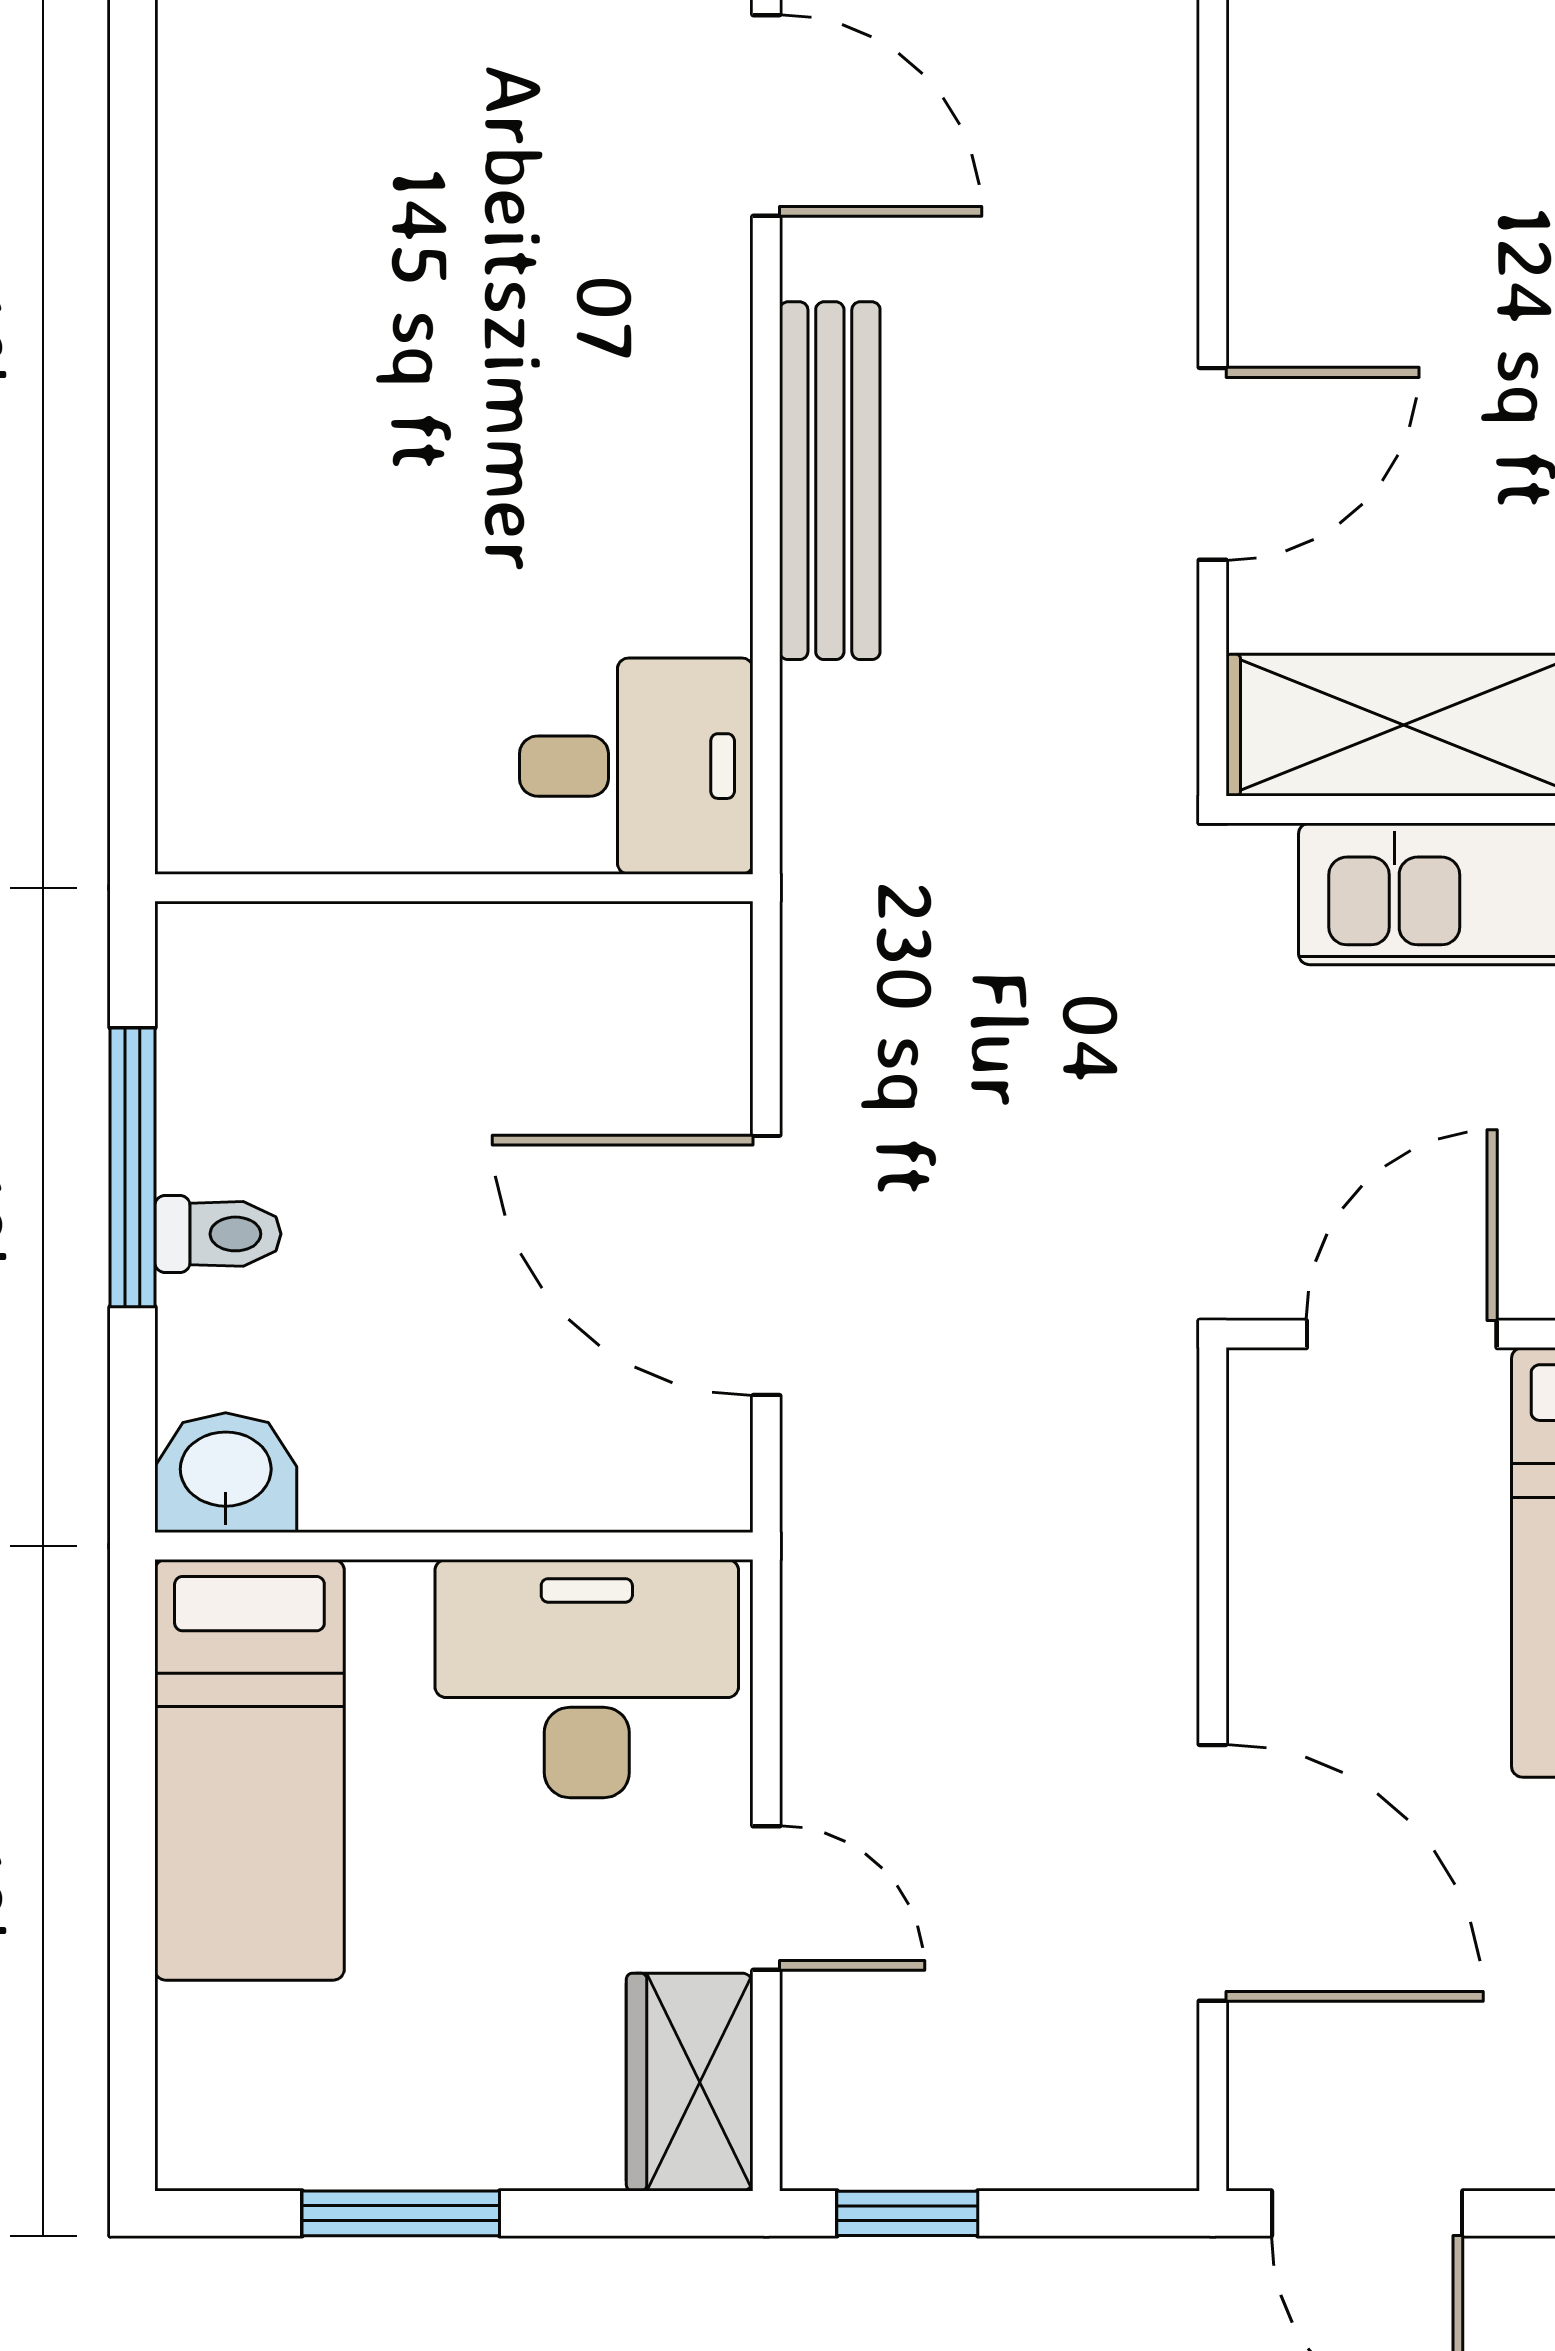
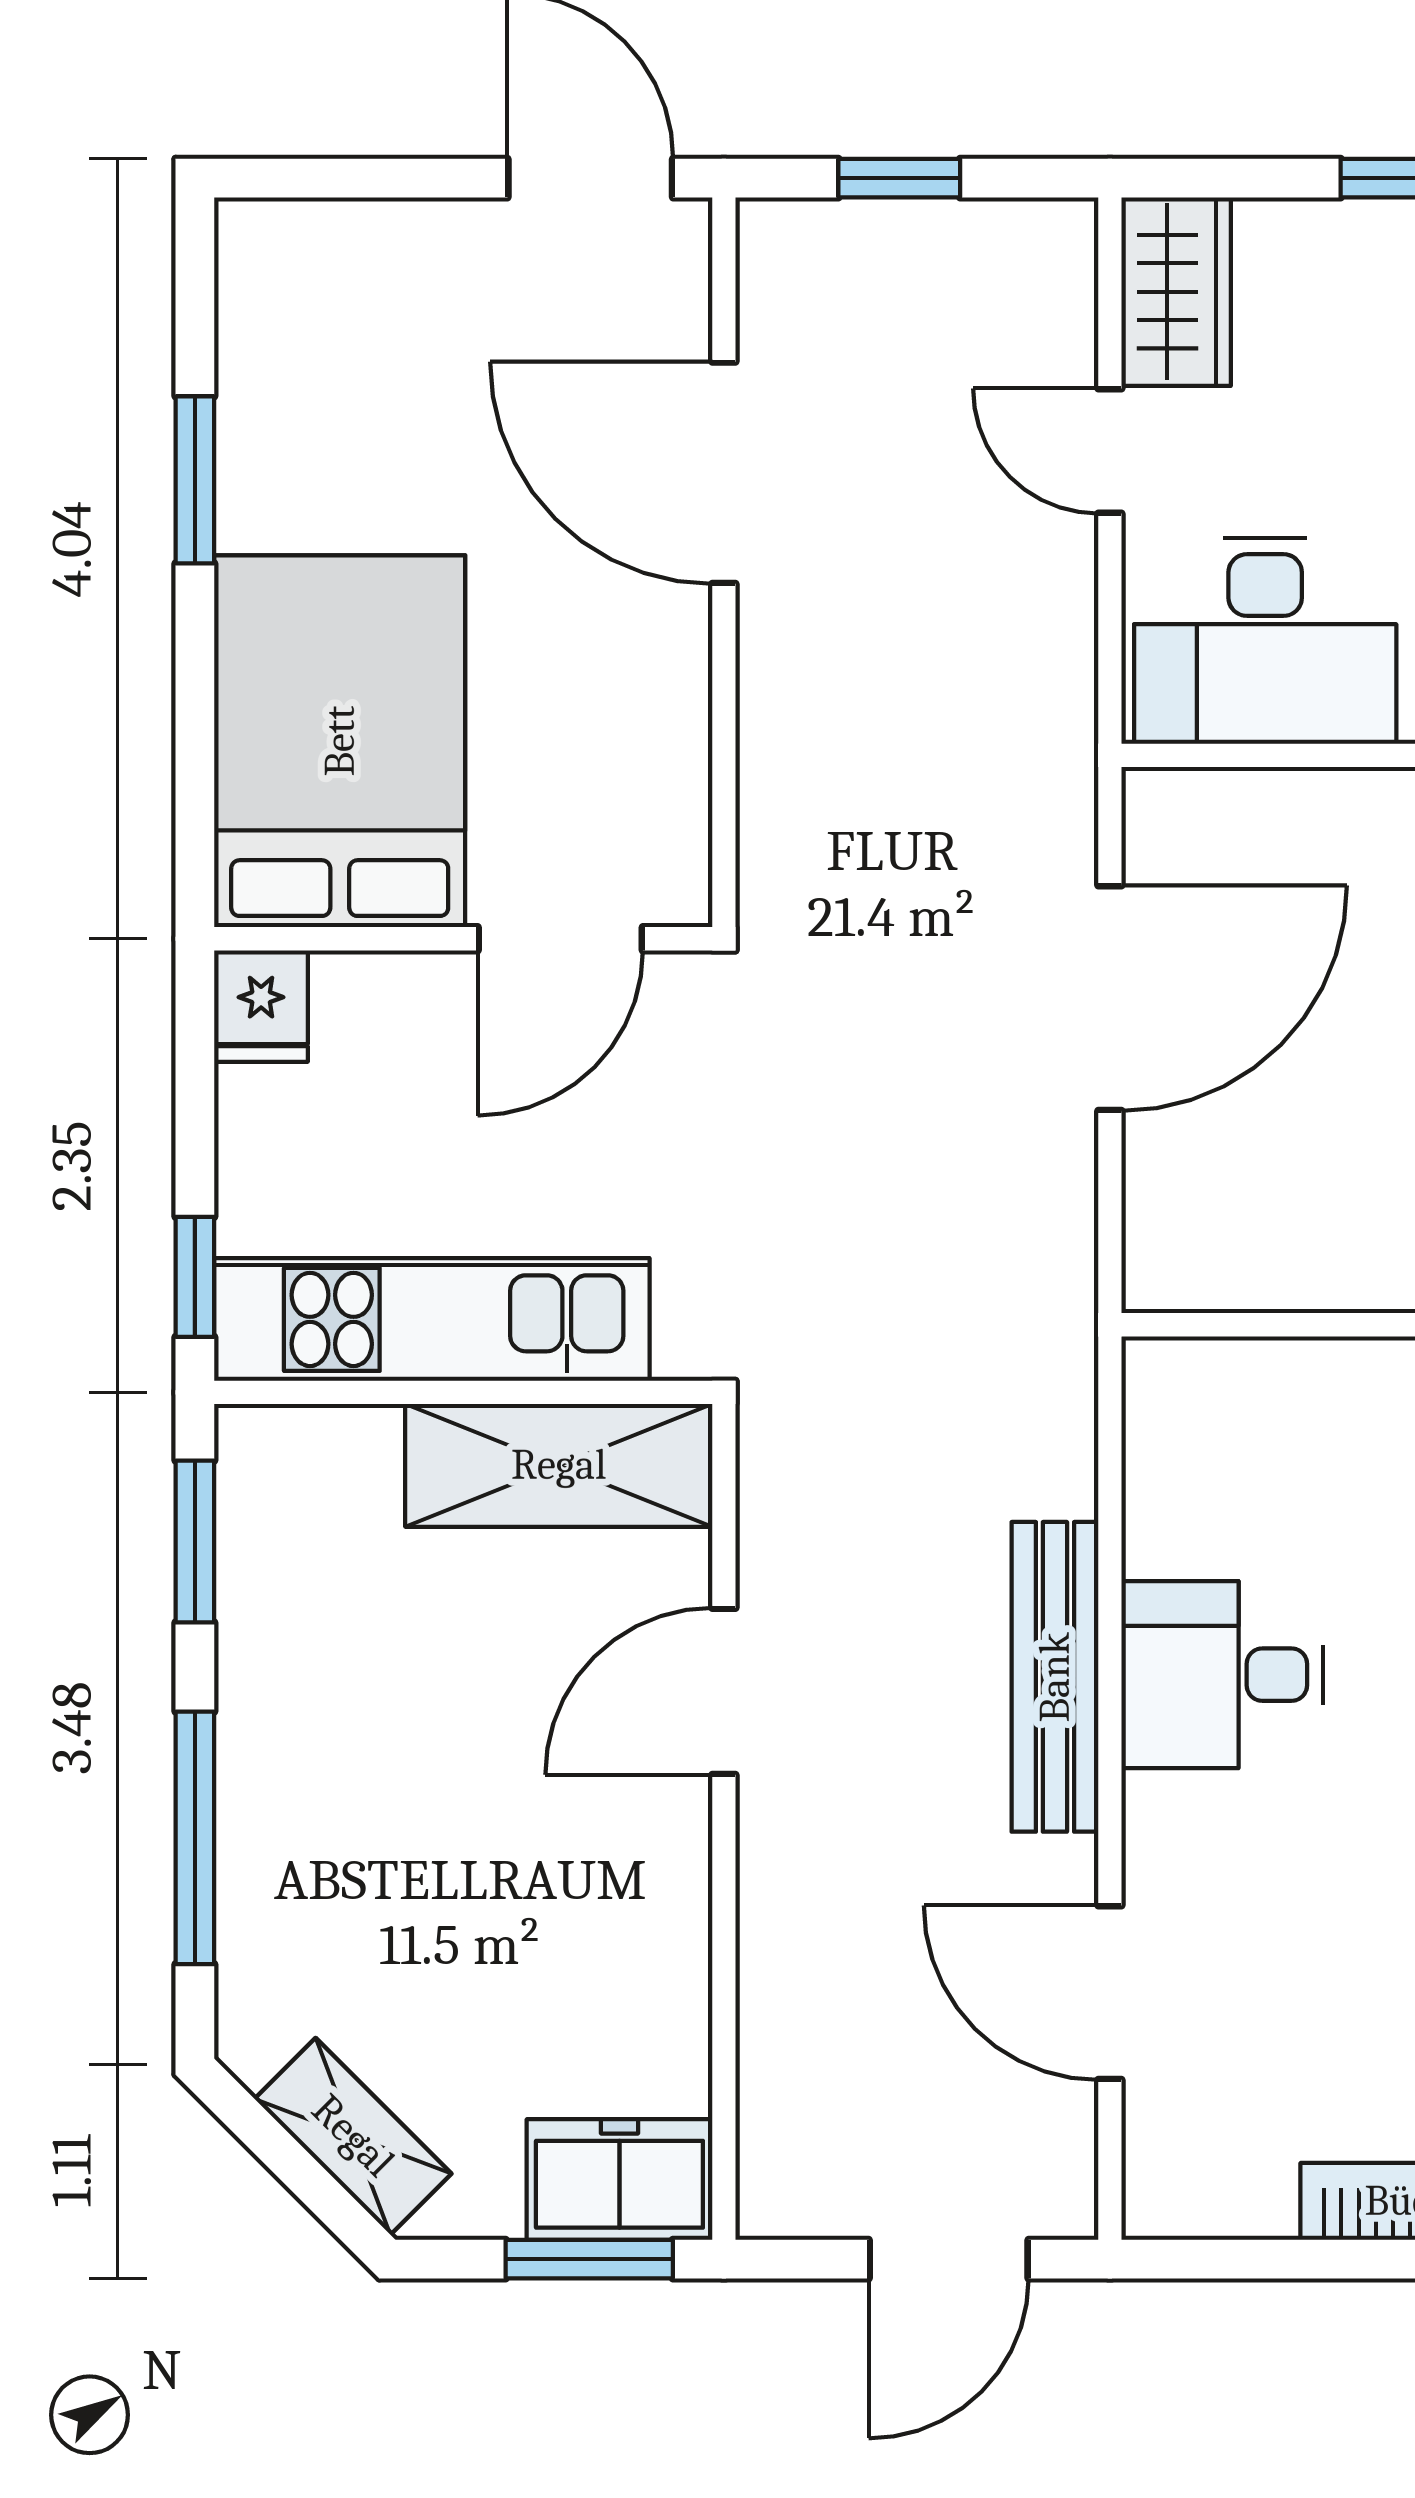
desk: (636, 766) -> (1222, 1675), moved
door: (766, 1265) -> (1110, 998), hinge flipped
window: (907, 2213) -> (899, 178), moved

